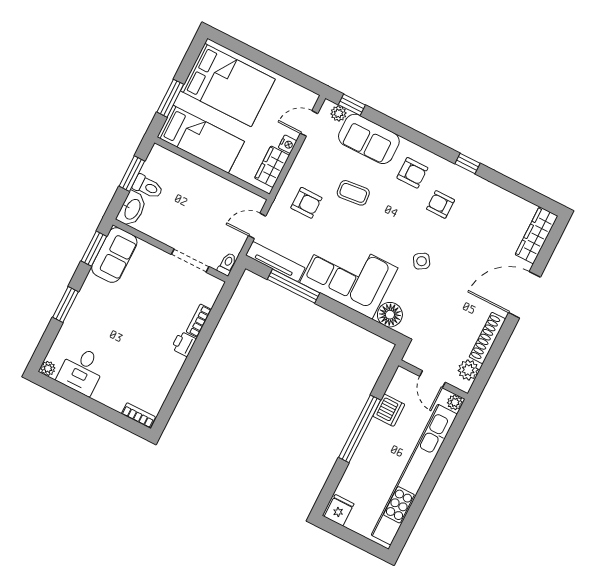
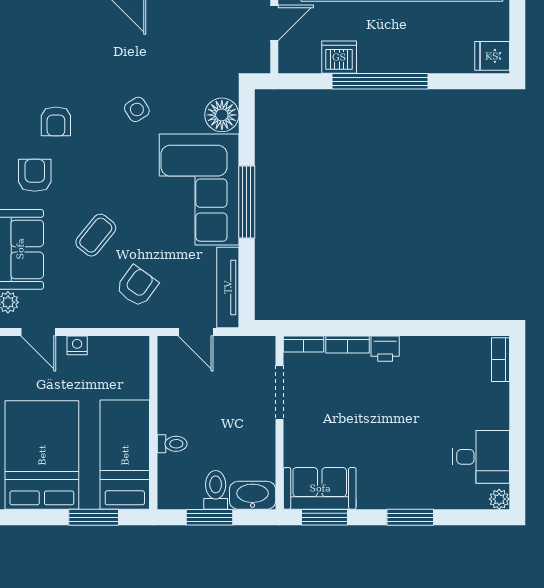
wardrobe: (272, 167) -> (114, 350), removed
coffee table: (353, 193) -> (96, 235), turned 45
armchair: (306, 203) -> (137, 286), turned 36
toilet: (227, 264) -> (172, 444), moved, turned 180
window: (294, 286) -> (247, 202), moved
bookcase: (214, 292) -> (304, 344), added

